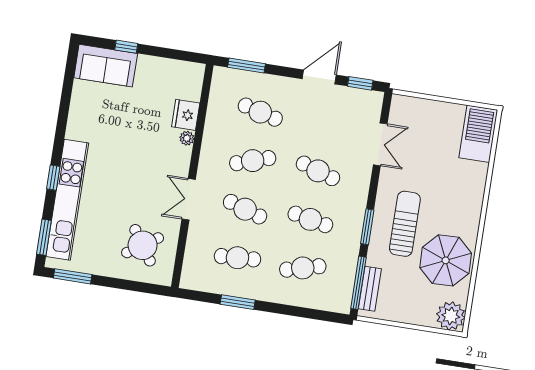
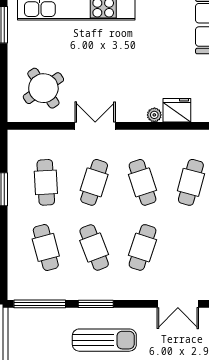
cafe table: (310, 219) -> (94, 247), turned -33
bench: (370, 289) -> (36, 316), removed

